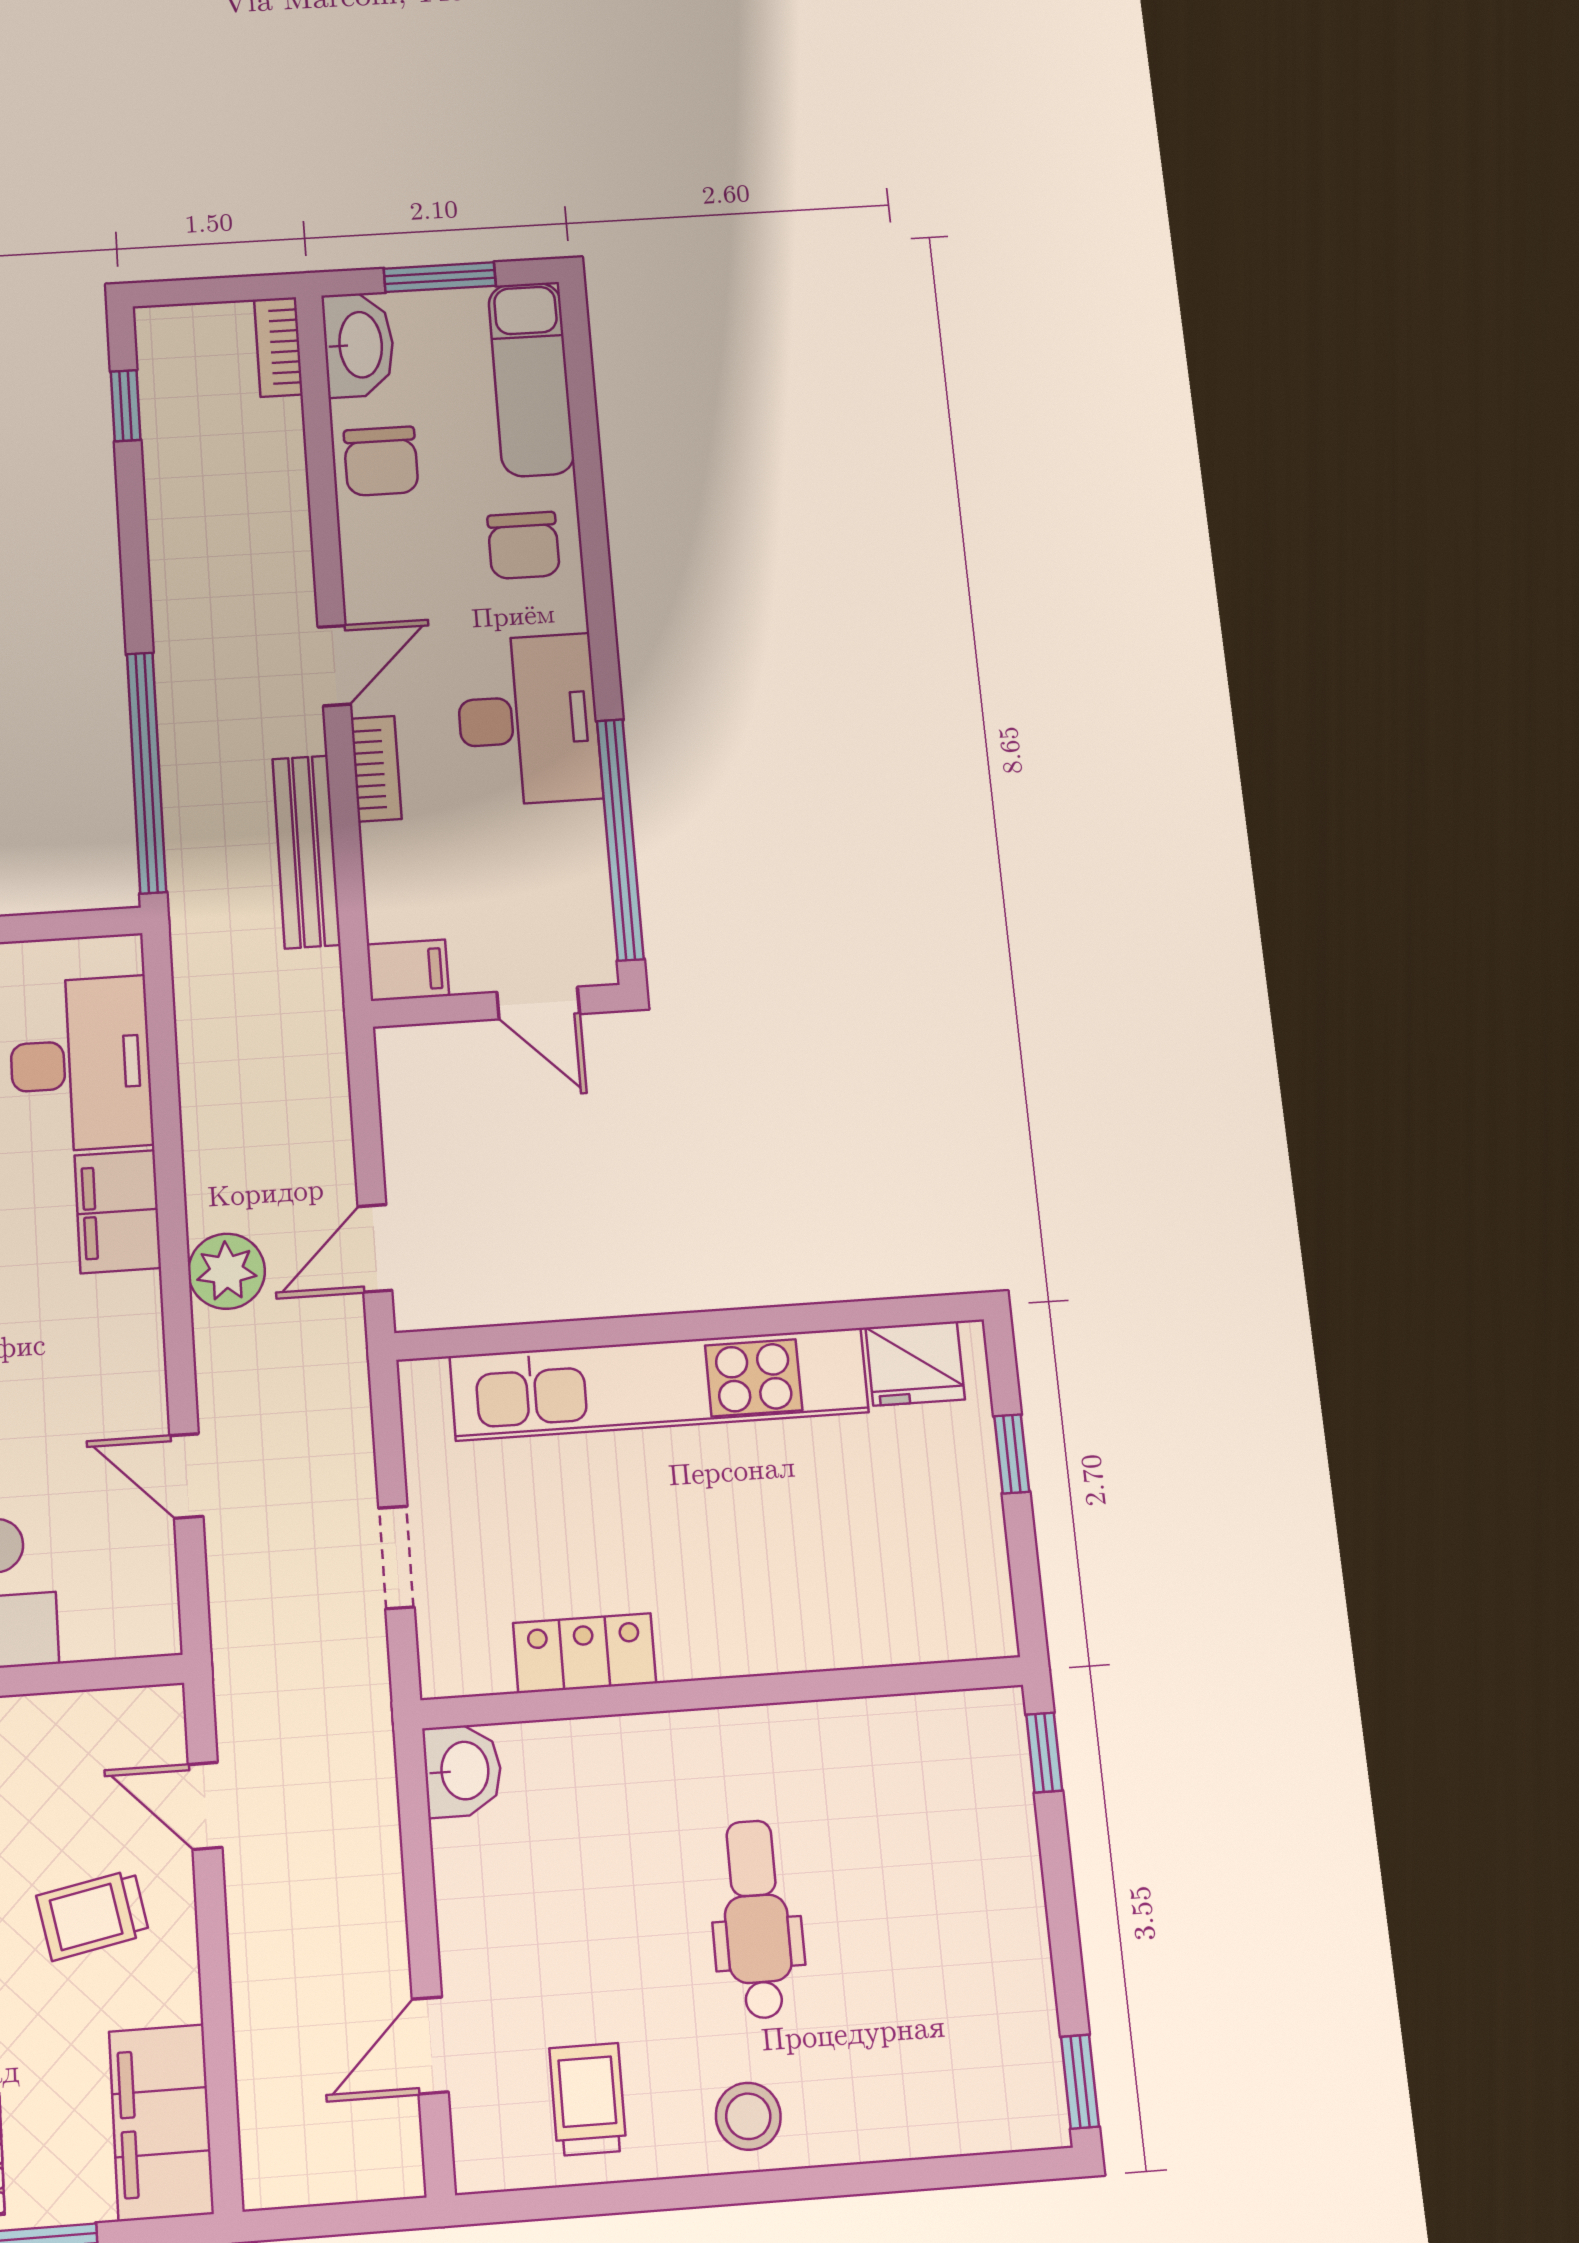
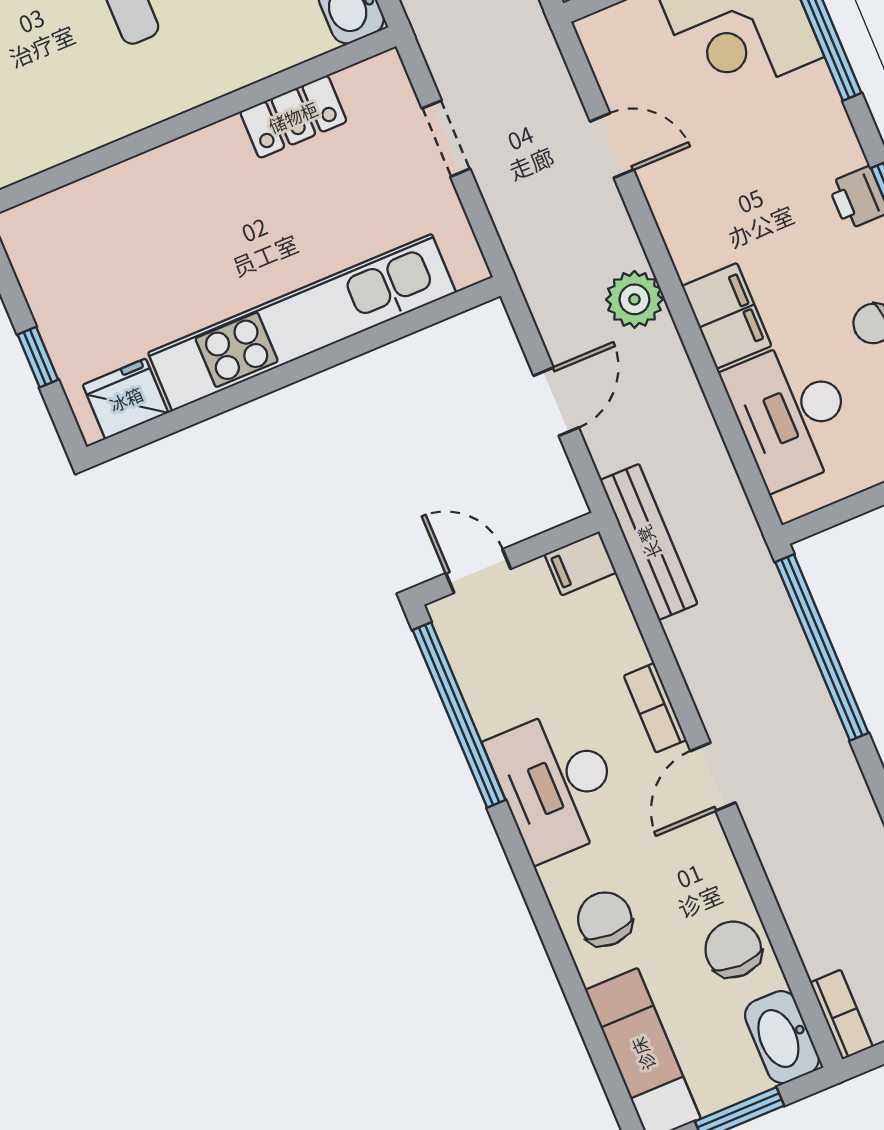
bench: (306, 852) -> (649, 542), moved
door: (375, 1248) -> (556, 402), moved

